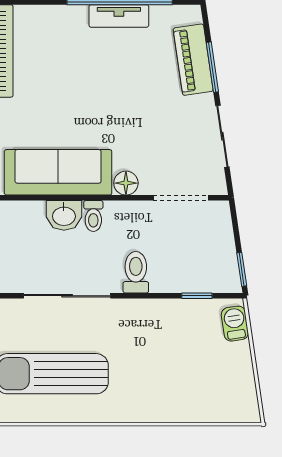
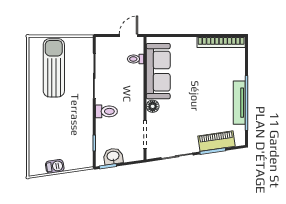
tv unit: (119, 16) -> (239, 103), width x1.41
washbasin: (64, 215) -> (113, 156), moved, turned 82
toilet: (93, 216) -> (136, 59), moved
barbecue: (235, 324) -> (55, 166), moved

